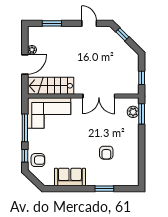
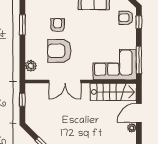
double door: (99, 96) -> (65, 82), swing flipped
window: (142, 114) -> (22, 25), moved
armchair: (104, 127) -> (59, 51), added
window: (25, 128) -> (139, 60), moved

